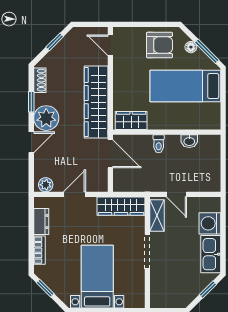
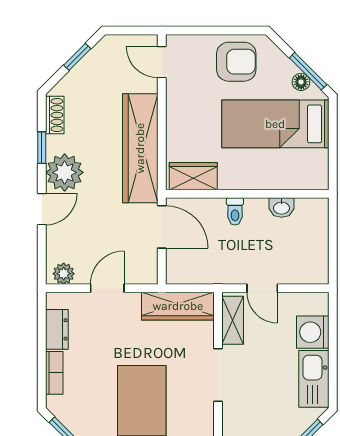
floor lamp: (191, 47) -> (301, 82), moved

